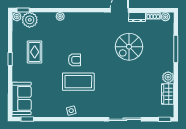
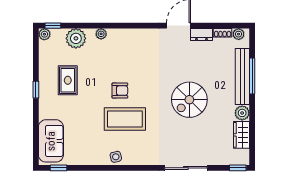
plant: (30, 20) -> (76, 38), moved
spiral stairs: (129, 47) -> (189, 100), moved
bench: (168, 49) -> (242, 76), added

